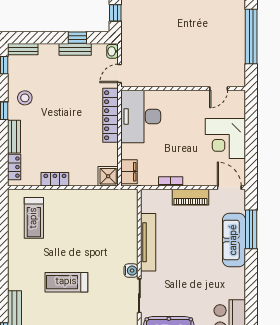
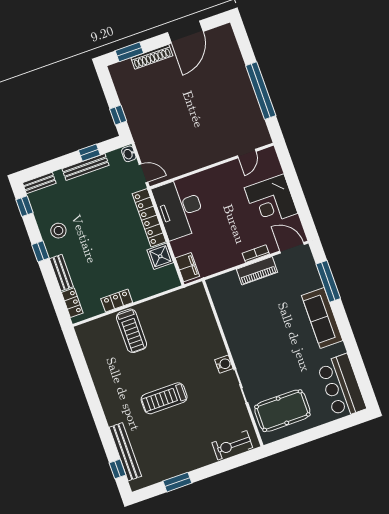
bench: (75, 49) -> (85, 167), width x1.36
door: (119, 73) -> (144, 173), swing flipped
shower: (108, 176) -> (160, 256), moved
bookcase: (171, 181) -> (256, 254), moved
treadmill: (34, 218) -> (132, 331), moved
sofa: (234, 240) -> (322, 318), moved
tv unit: (148, 242) -> (231, 330), removed

